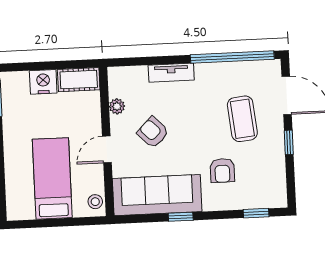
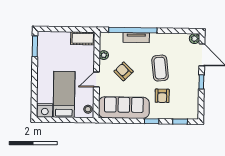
window: (232, 57) -> (133, 30), moved
plant: (272, 68) -> (195, 39), added
nightstand: (43, 82) -> (45, 110), moved, turned 180
coffee table: (242, 119) -> (160, 68), moved
window: (181, 217) -> (152, 121), moved

